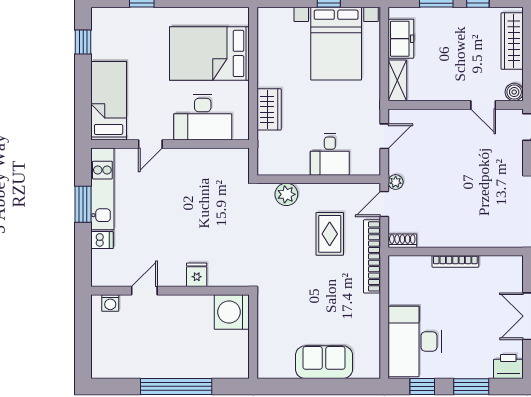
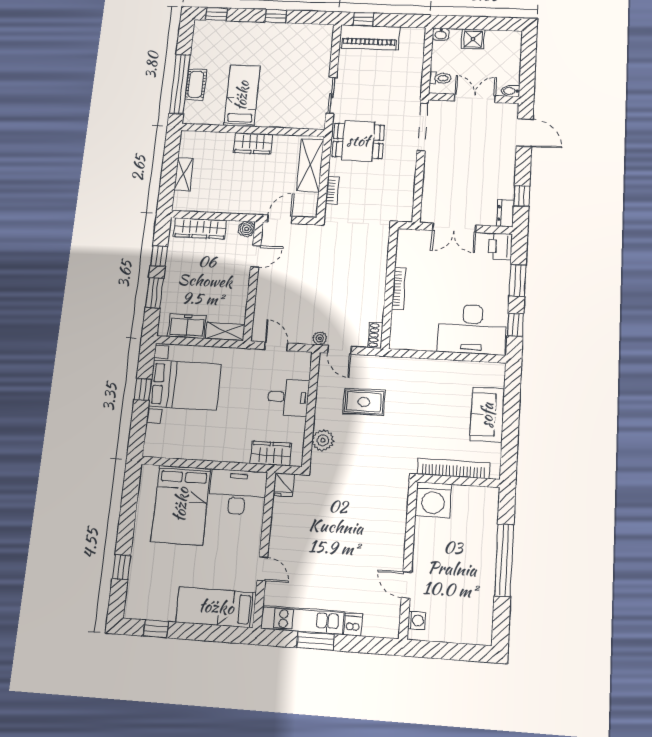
wardrobe: (269, 109) -> (271, 453), moved
desk: (203, 117) -> (237, 492), moved, turned -90
bookcase: (372, 256) -> (453, 469), moved, turned 180
fridge: (197, 275) -> (284, 485), moved, turned -90

